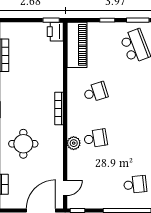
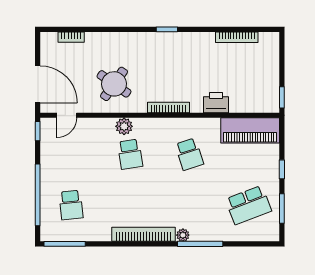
printer: (55, 32) -> (216, 103), moved
round table: (23, 144) -> (114, 84), moved, turned 35
door: (65, 188) -> (67, 115), hinge flipped

